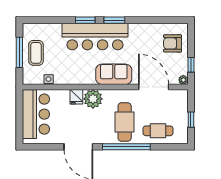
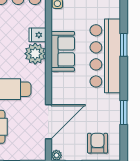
window: (114, 20) -> (124, 113), moved
sofa: (114, 74) -> (63, 51), moved

